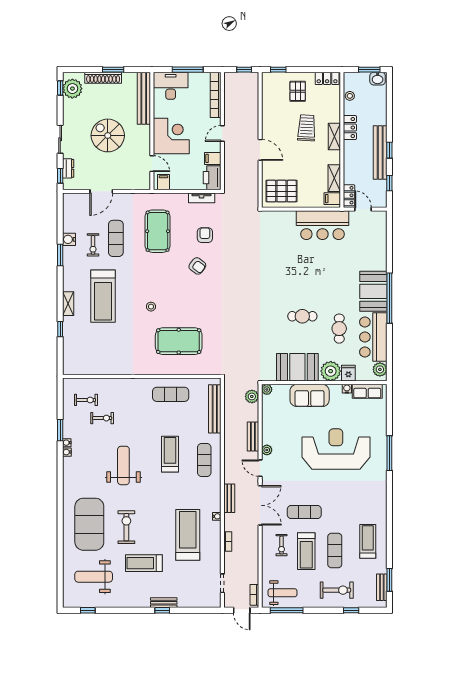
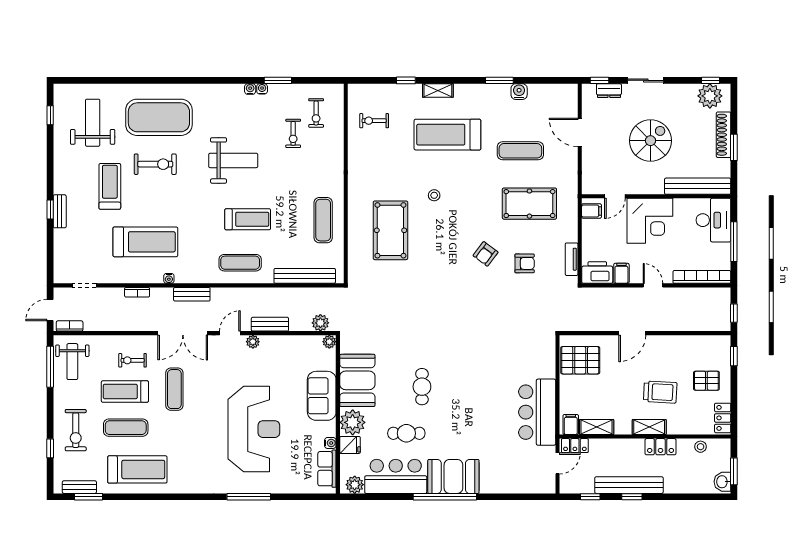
pallet: (281, 191) -> (580, 360), turned 90
exercise bike: (93, 245) -> (374, 121), moved
treadmill: (368, 541) -> (137, 469), width x1.37, depth x1.38

